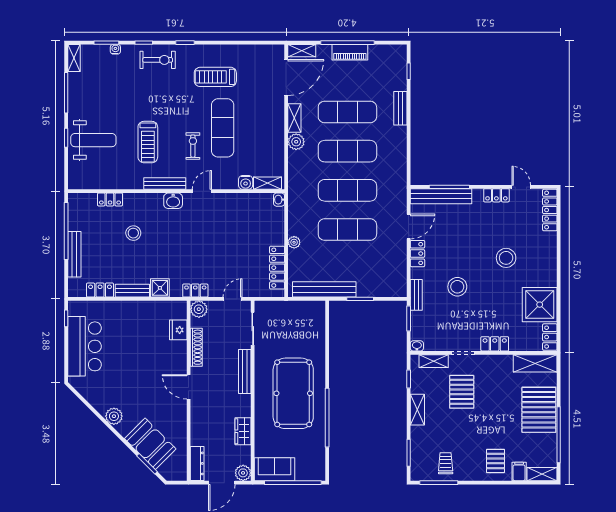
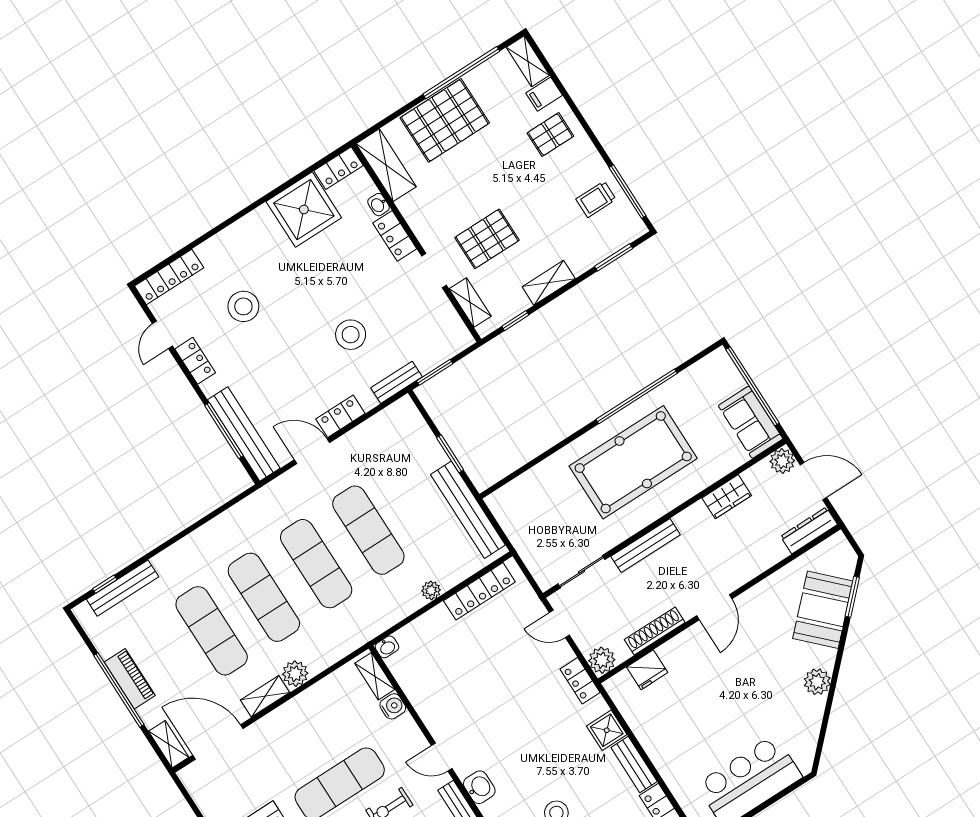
bench: (400, 108) -> (123, 588), moved, width x1.36
stool: (506, 258) -> (243, 306), moved
washbasin: (417, 346) -> (379, 205), moved

